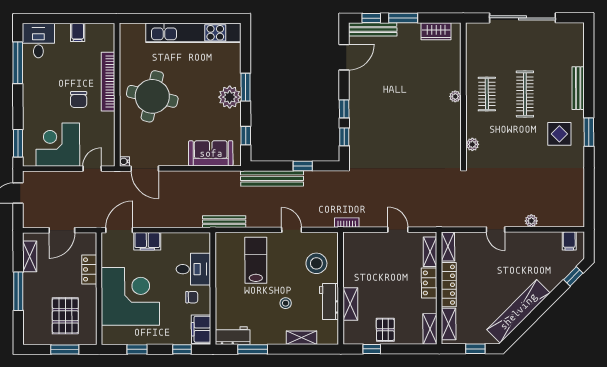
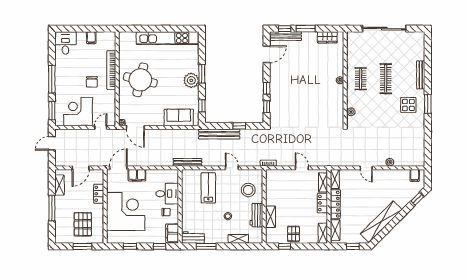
window: (18, 63) -> (52, 79), moved

